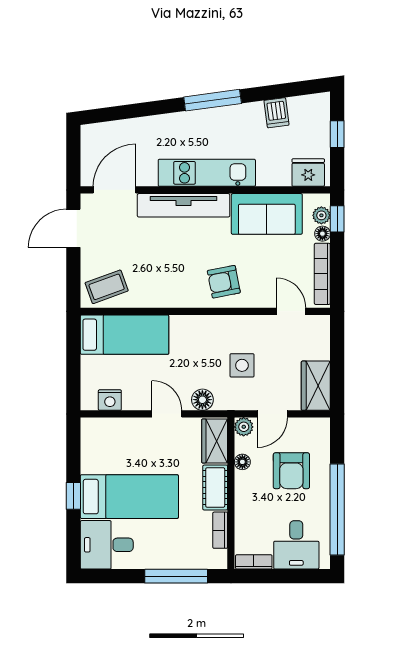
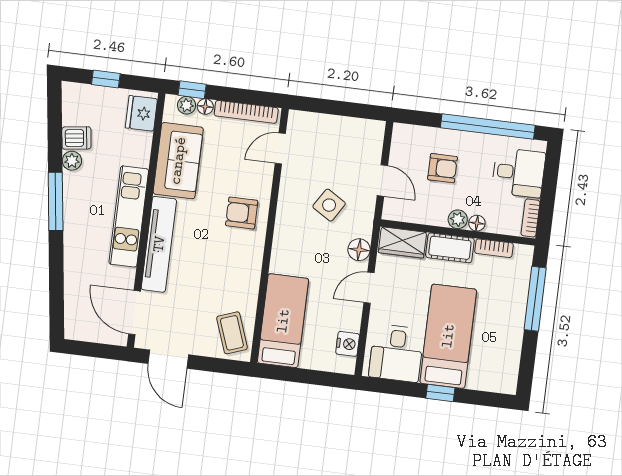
plant: (254, 111) -> (72, 161), added
armchair: (224, 282) -> (242, 213), turned 101
side table: (242, 365) -> (329, 205), turned 32
wardrobe: (316, 386) -> (359, 133), removed
plant: (244, 427) -> (458, 219), moved
floor lamp: (242, 462) -> (477, 223), moved
armchair: (291, 471) -> (443, 168), width x0.72, depth x0.72
desk: (107, 545) -> (396, 353), moved

